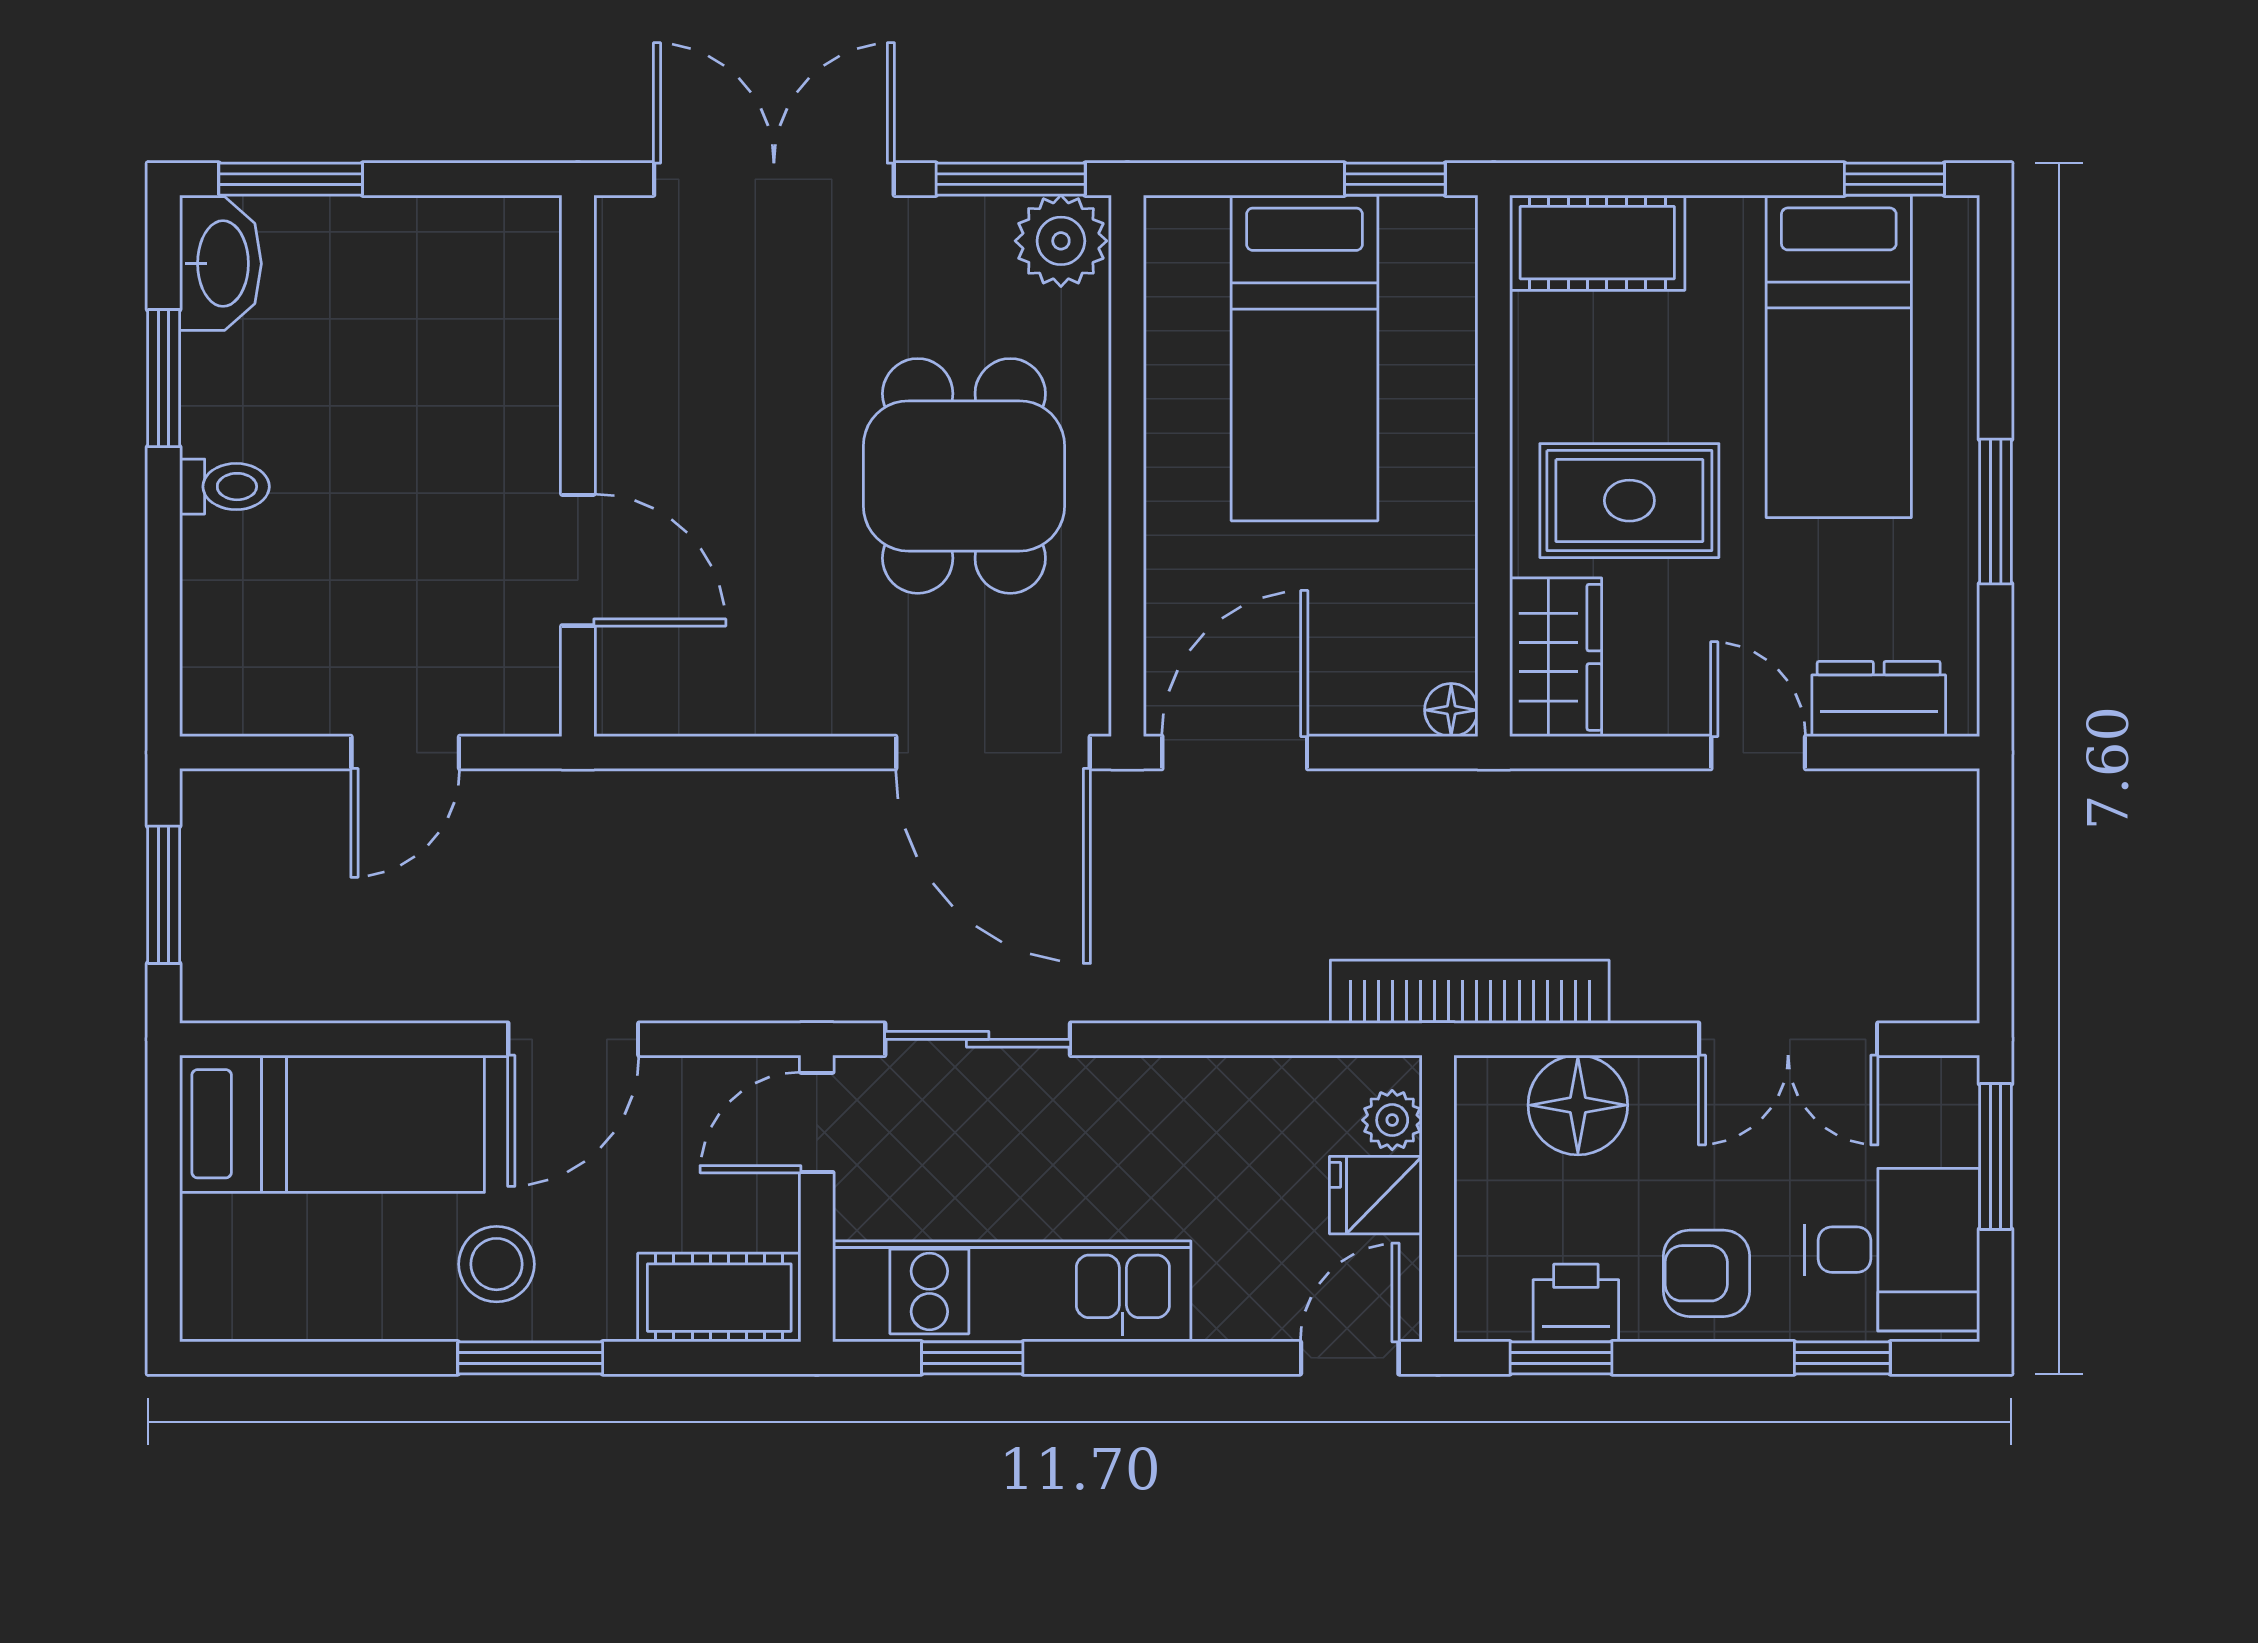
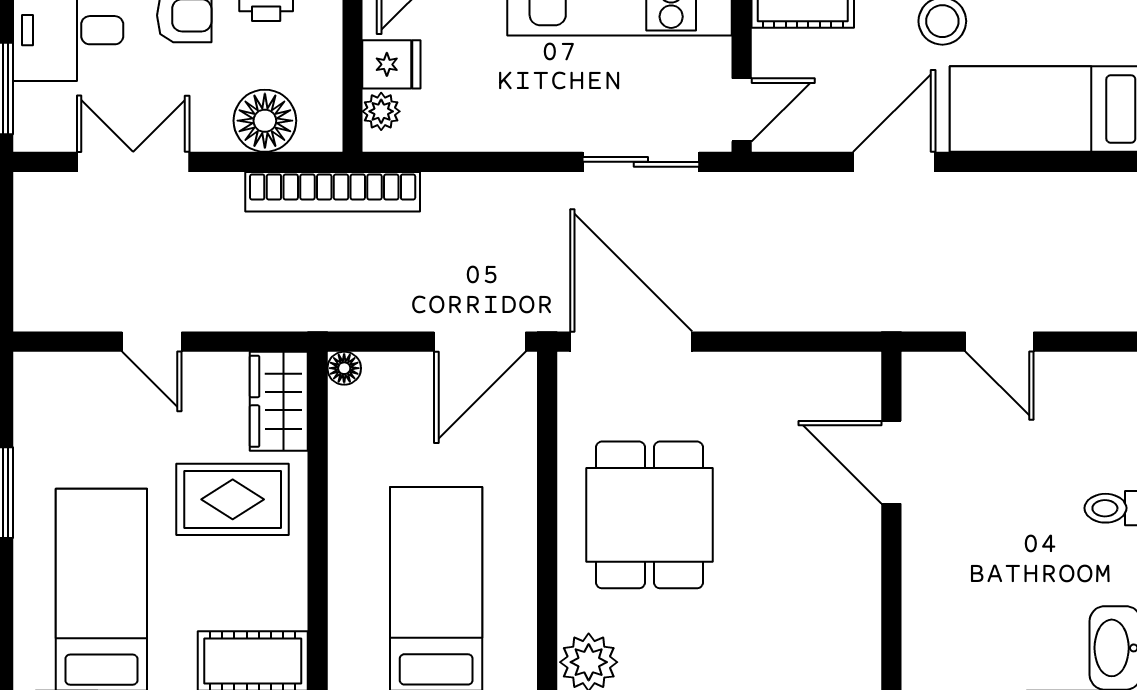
dresser: (1879, 699) -> (76, 375), removed
door: (405, 753) -> (999, 342), swing flipped

